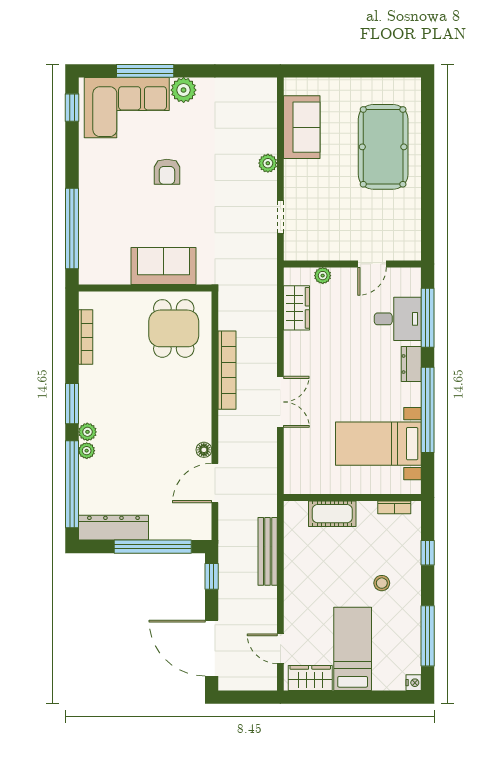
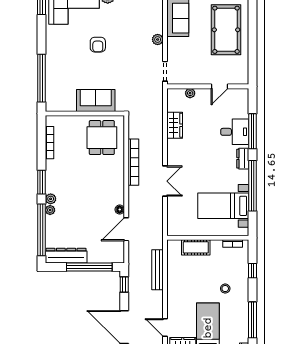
wall: (352, 264) -> (208, 86), moved
door: (372, 264) -> (219, 86), moved
plant: (323, 276) -> (190, 93), moved

